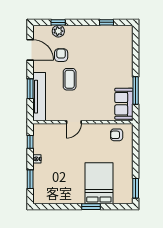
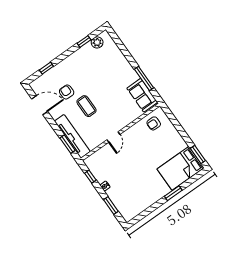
plant: (58, 31) -> (97, 42), moved
window: (30, 89) -> (67, 144), moved
bed: (99, 183) -> (180, 168), moved, turned -90

